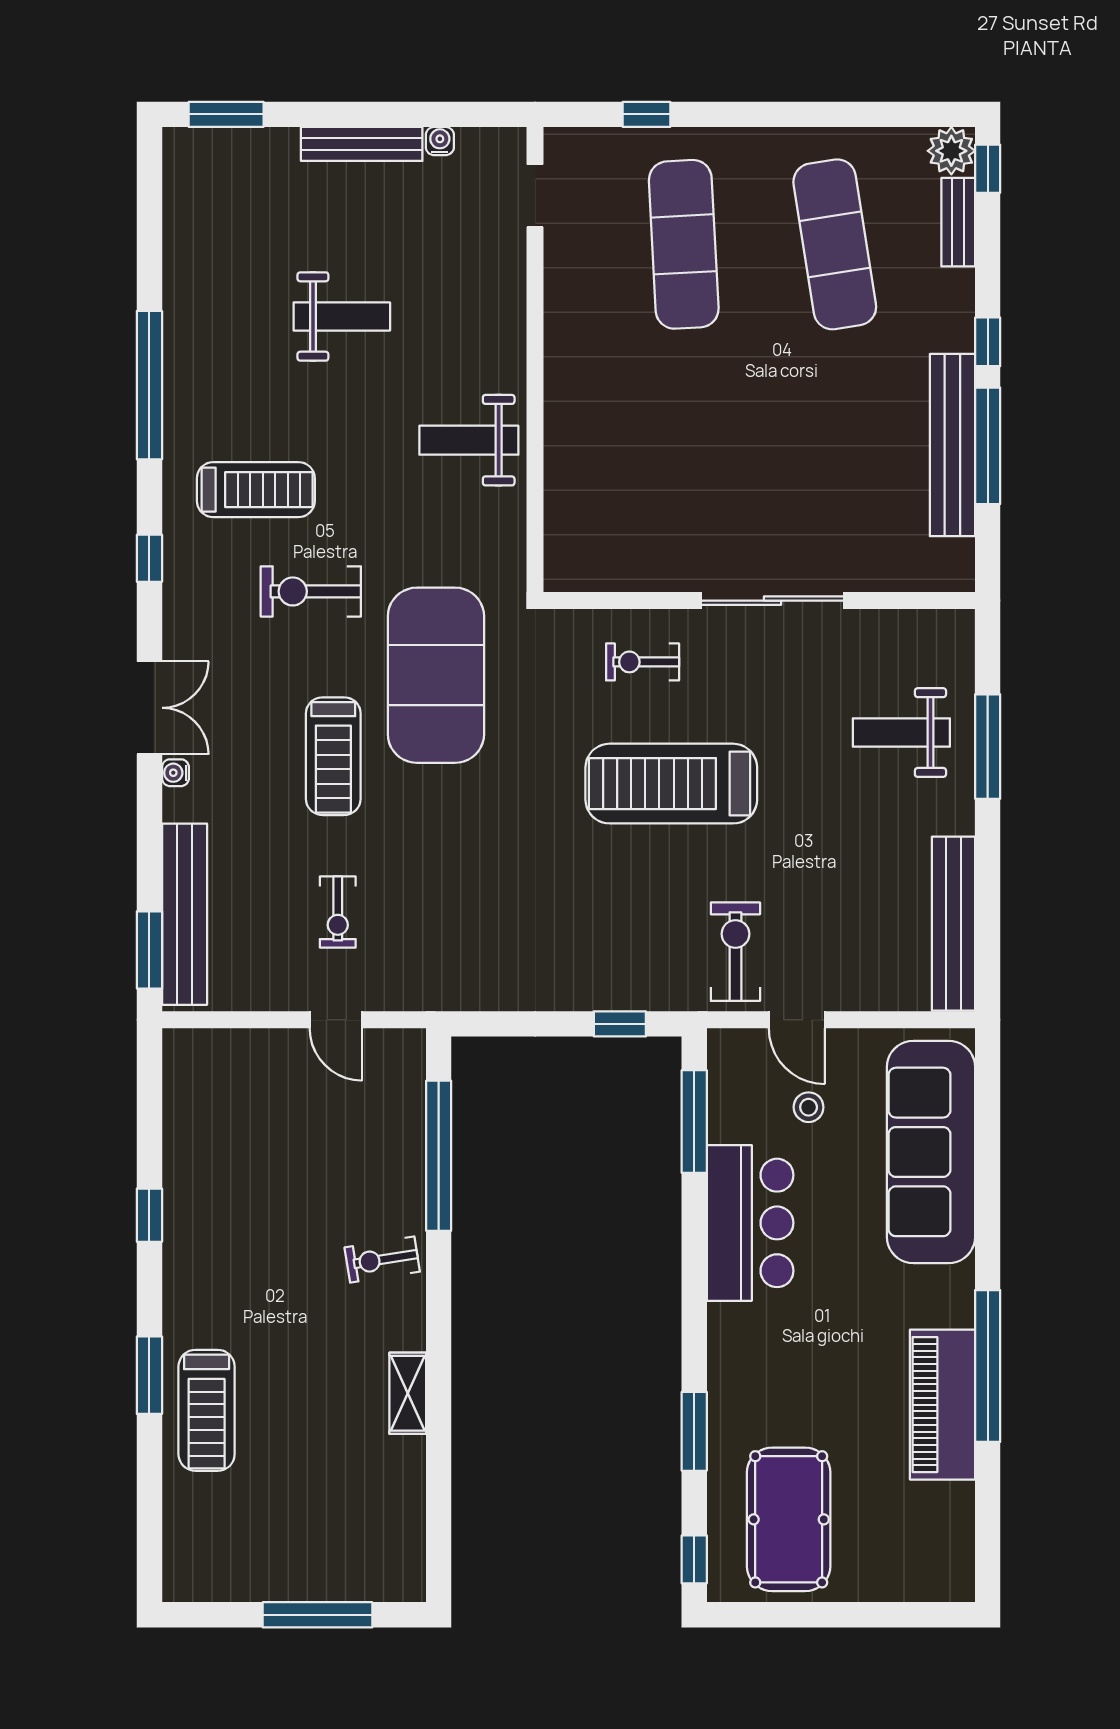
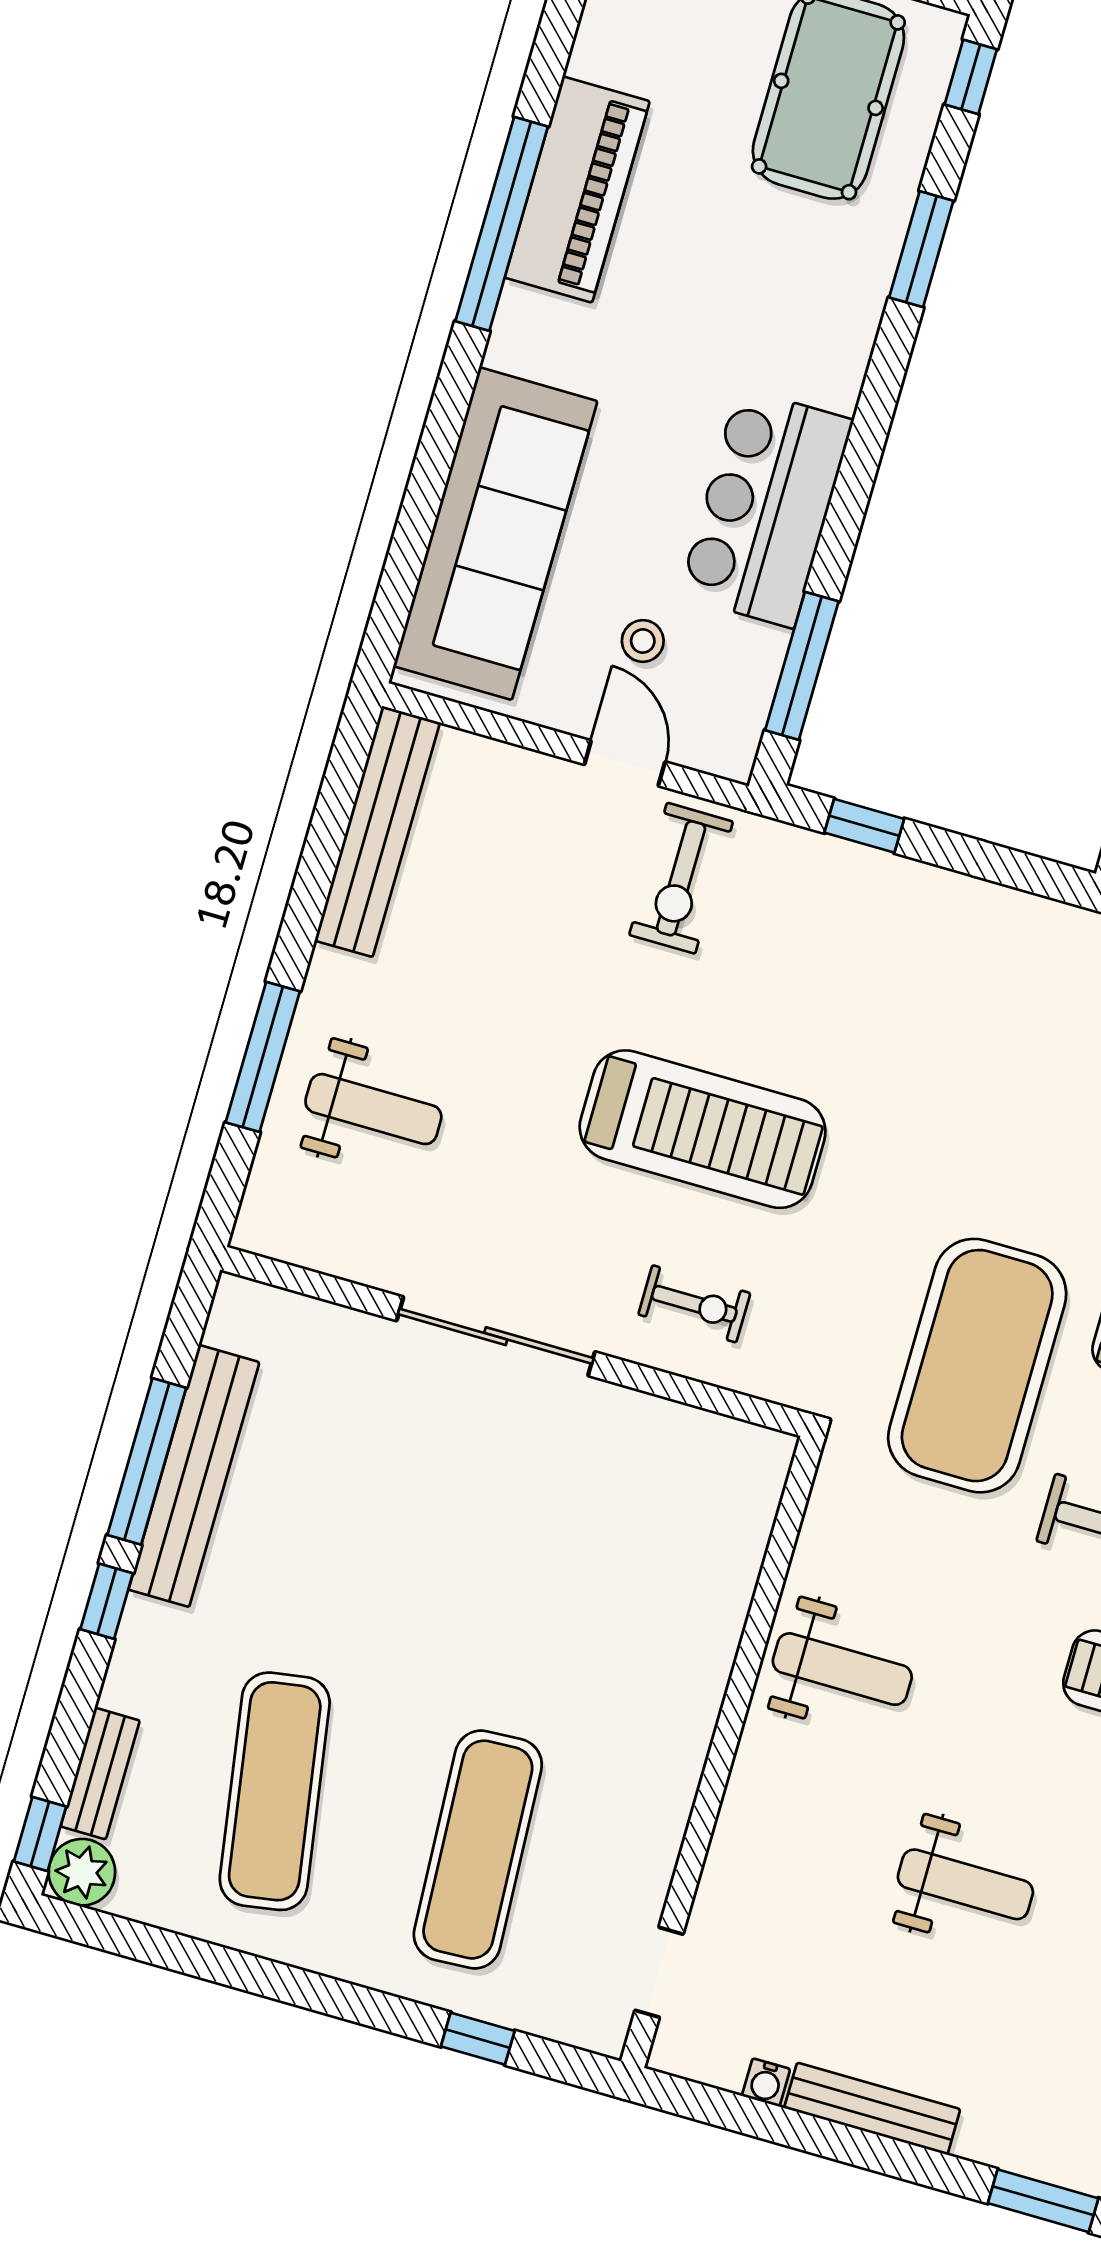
weight bench: (342, 317) -> (965, 1884), turned 180

